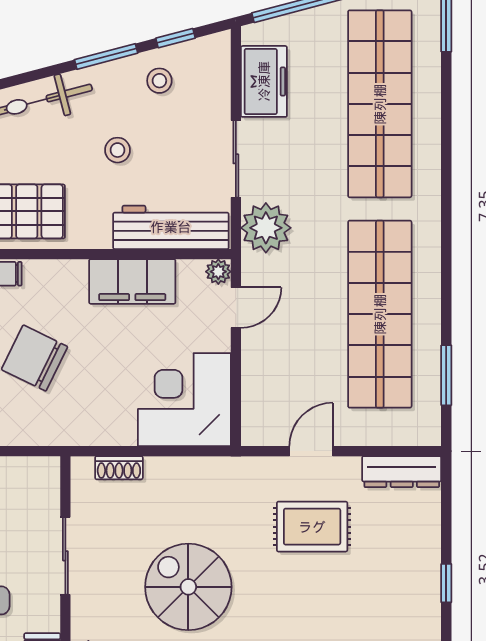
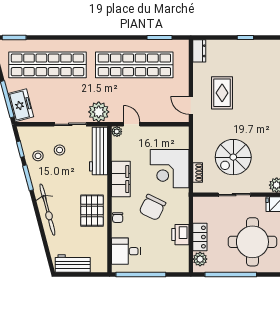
freezer: (264, 81) -> (21, 105), moved, turned 75
stool: (117, 150) -> (60, 150), moved
filing cabinet: (132, 281) -> (121, 179), moved
corner desk: (184, 400) -> (170, 169), moved
door: (311, 451) -> (191, 105), moved
dresser: (402, 472) -> (199, 51), width x0.70
spiral stairs: (188, 587) -> (233, 157), moved

